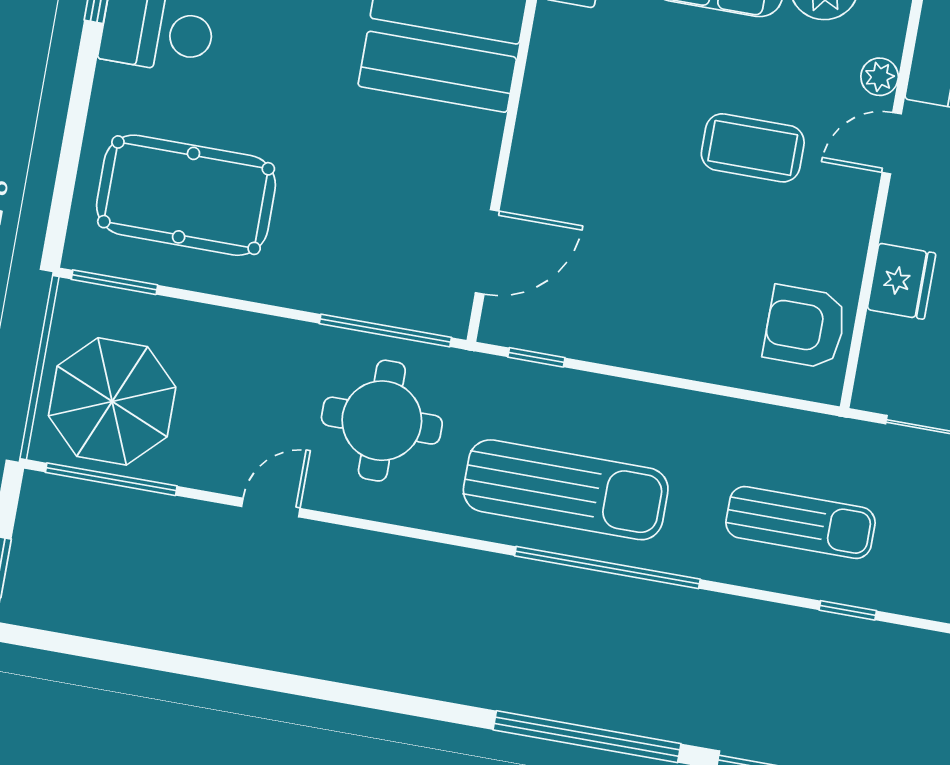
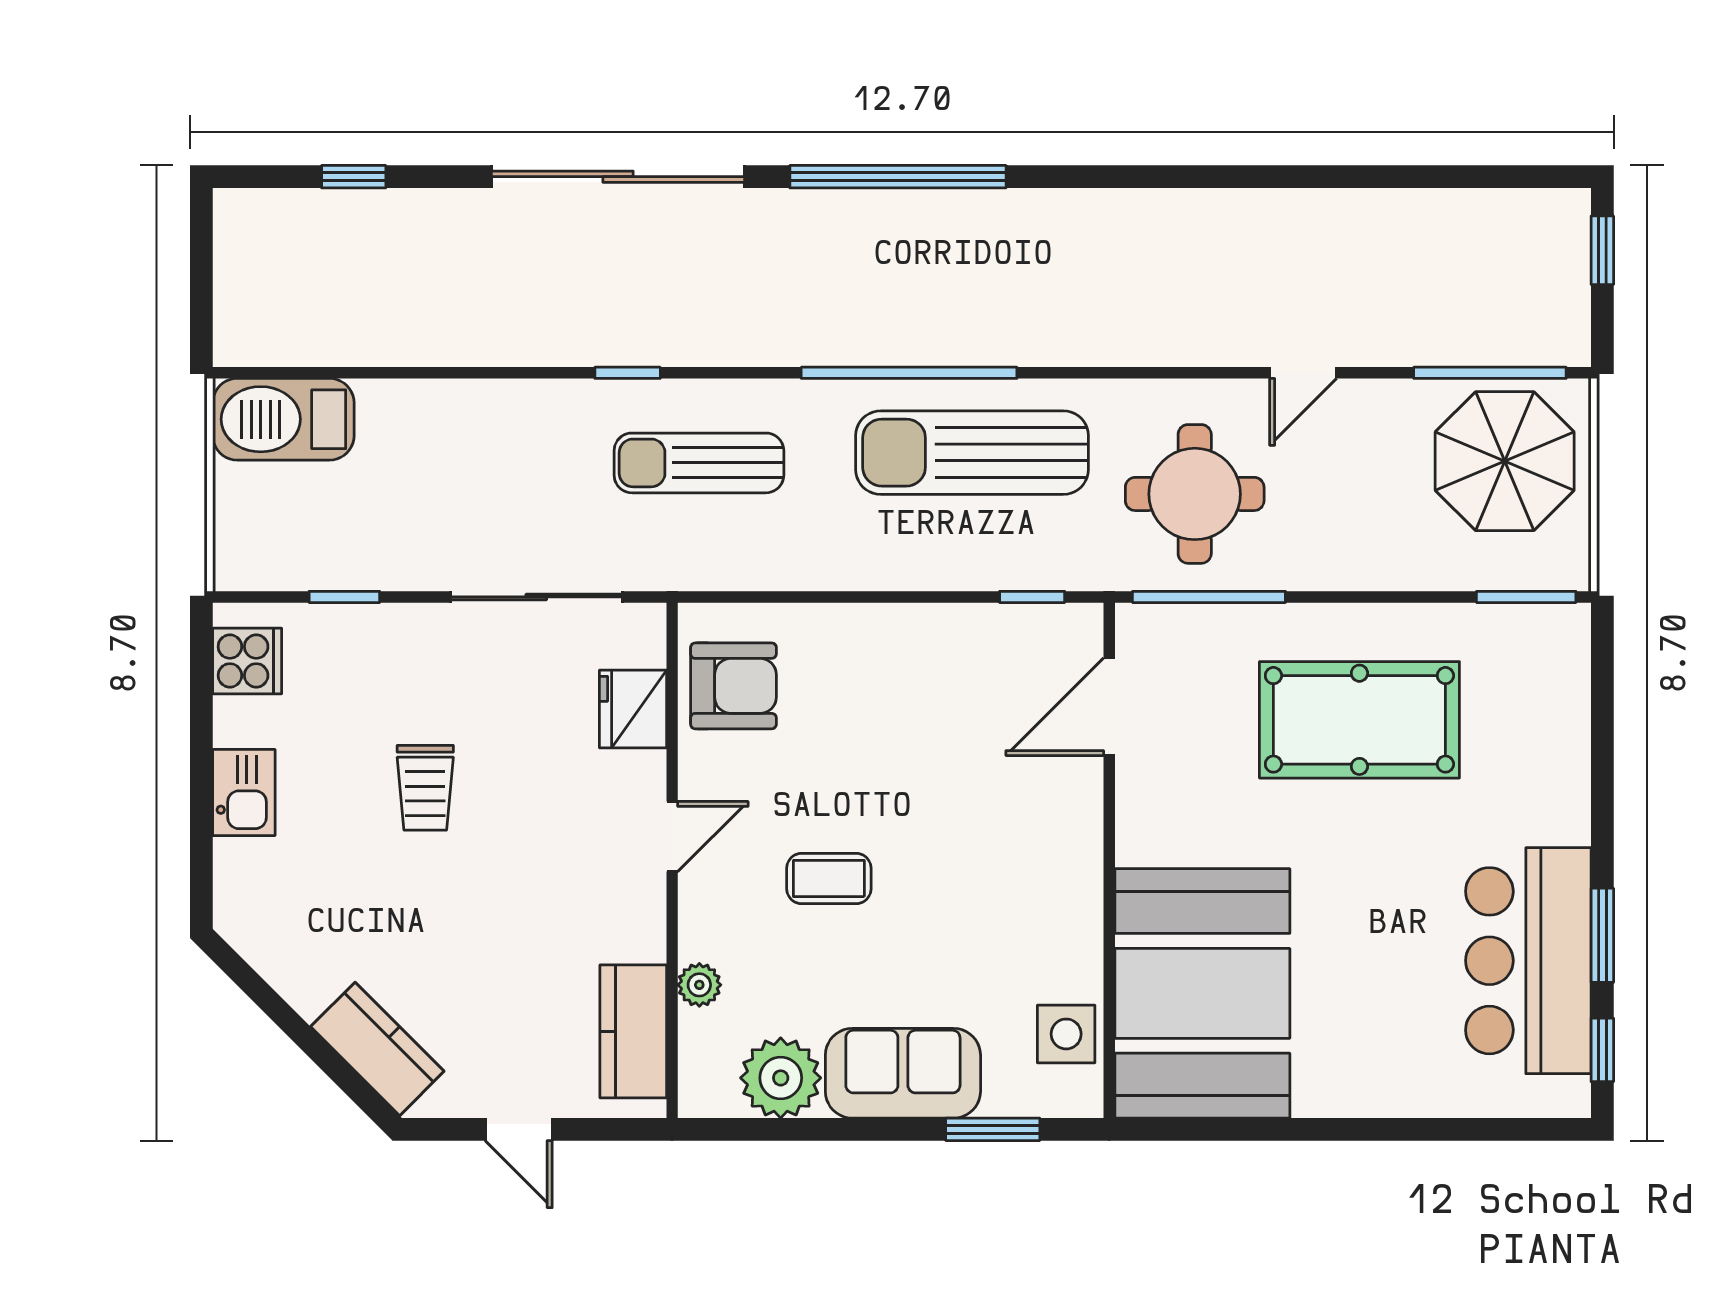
door: (892, 143) -> (672, 837), moved
coffee table: (753, 148) -> (829, 879), width x0.73, depth x0.77
pool table: (186, 195) -> (1359, 720), moved
fridge: (902, 281) -> (633, 709), moved

